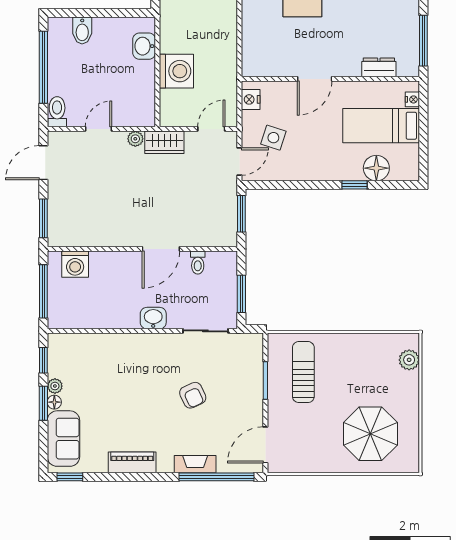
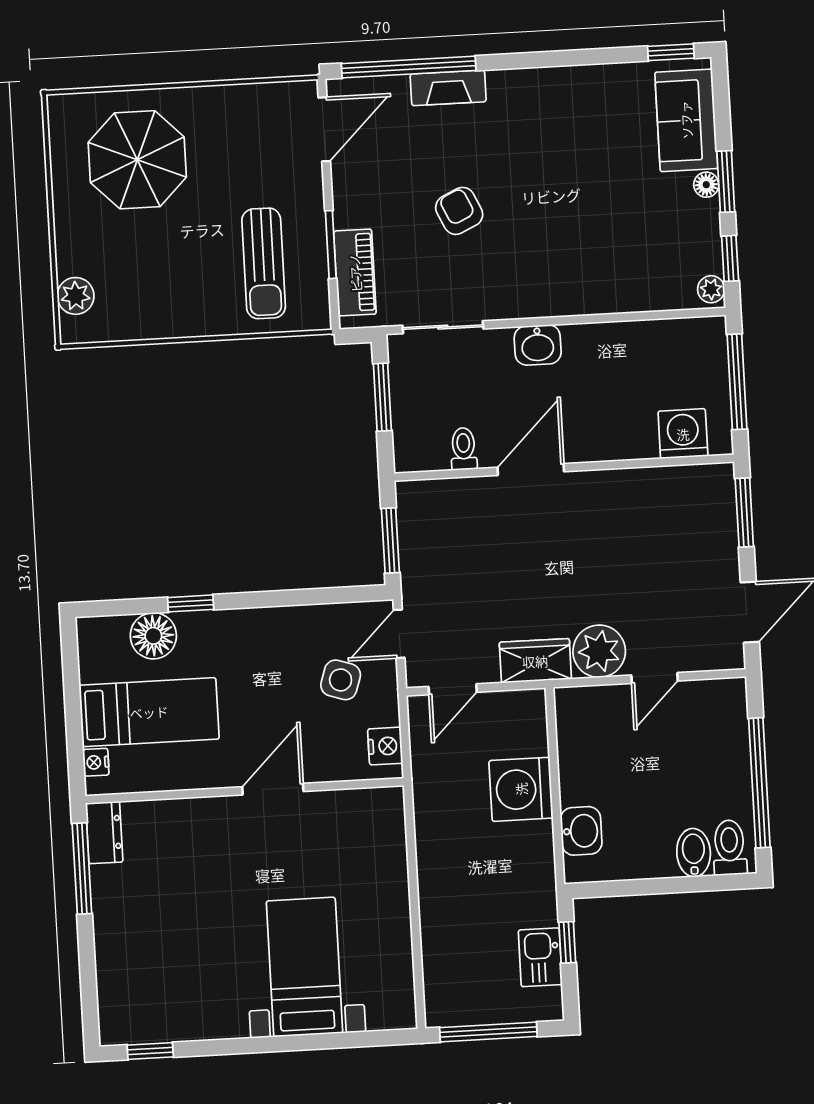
dresser: (379, 67) -> (104, 833), moved, turned -90
toilet: (57, 112) -> (730, 848), moved, turned 180
plant: (135, 139) -> (599, 651), width x1.88, depth x1.88
plant: (55, 386) -> (711, 289), moved
piano: (132, 462) -> (355, 273), moved, turned -90

